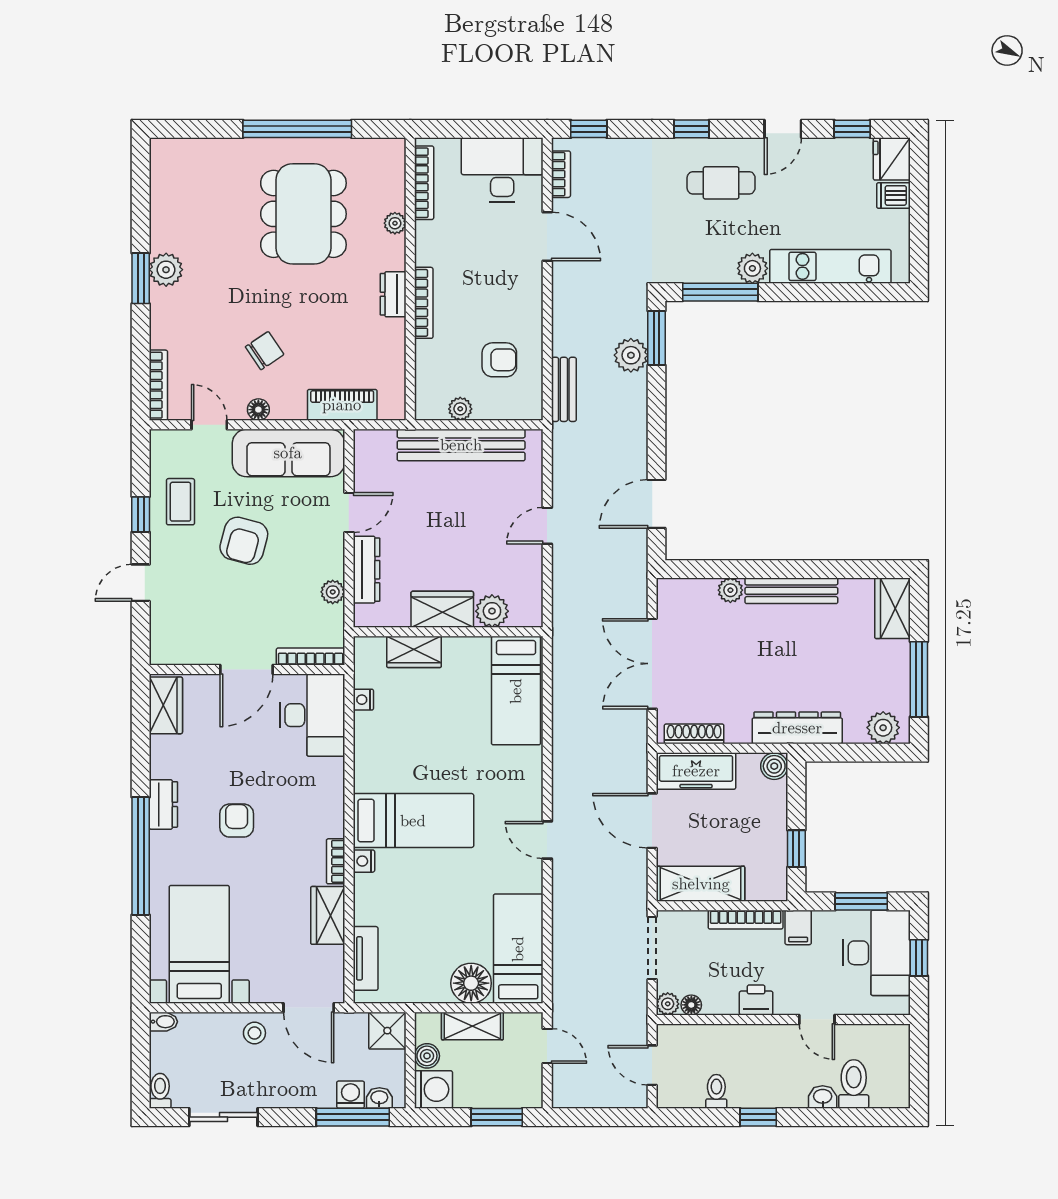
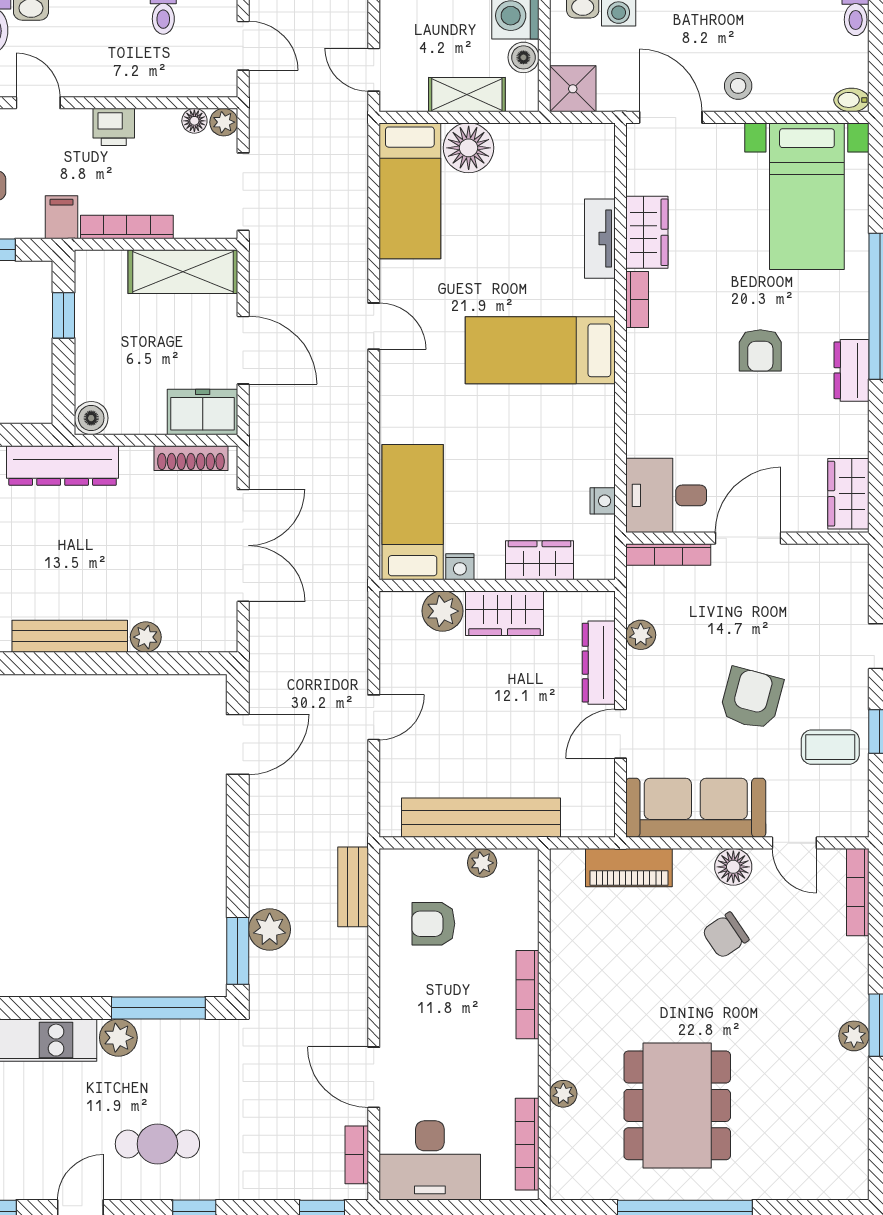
plant: (166, 270) -> (854, 1036), width x0.73, depth x0.73
dresser: (393, 294) -> (566, 1005), removed
floor lamp: (258, 410) -> (733, 867), width x1.37, depth x1.37
coffee table: (180, 502) -> (830, 747), turned 90
desk: (312, 715) -> (666, 495), width x0.73
freezer: (696, 771) -> (203, 412), width x0.71
nightstand: (364, 861) -> (460, 567), moved, turned 90
tv unit: (366, 958) -> (600, 239), moved

